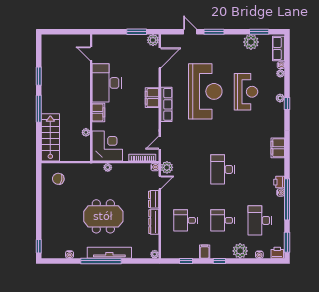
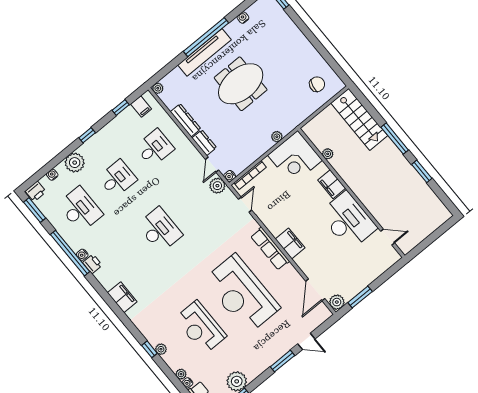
filing cabinet: (205, 252) -> (141, 107), moved

